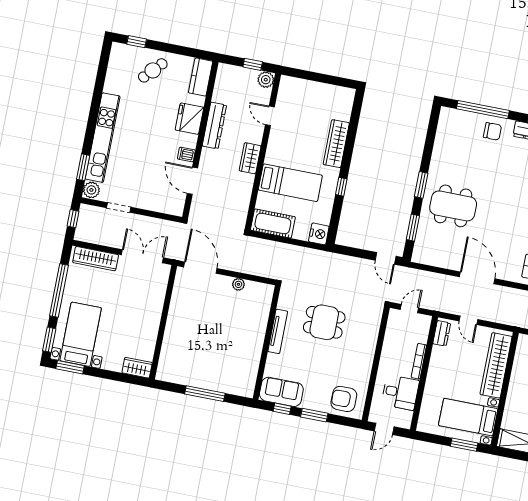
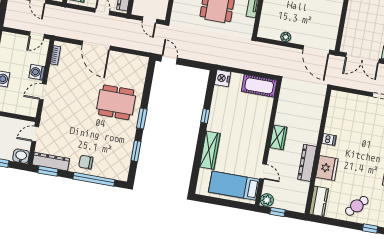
door: (192, 181) -> (324, 119), removed
bed: (290, 183) -> (234, 186), moved
window: (413, 228) -> (136, 151), moved
door: (409, 309) -> (149, 20), hinge flipped

